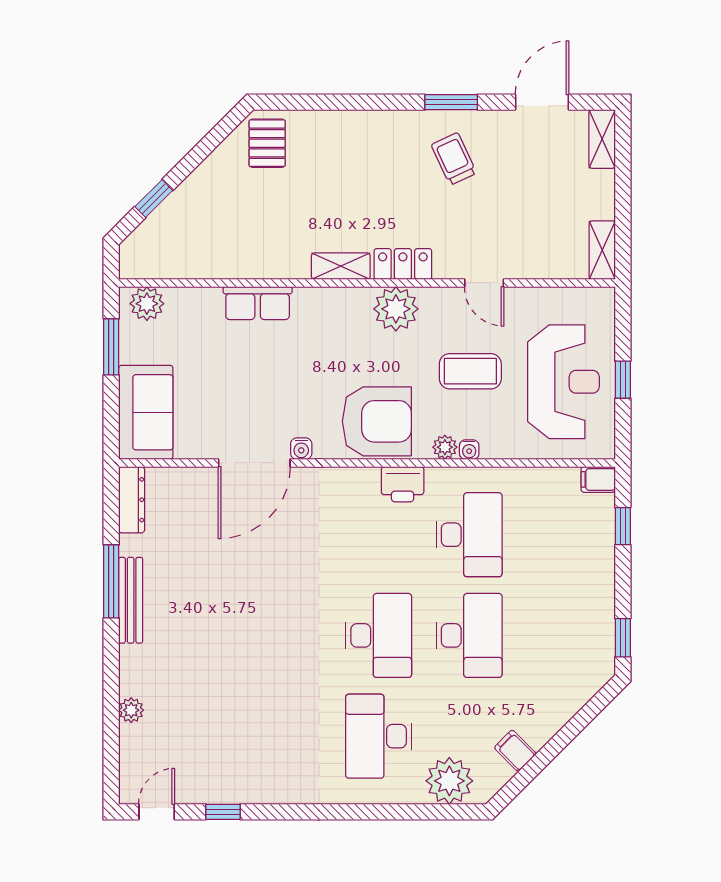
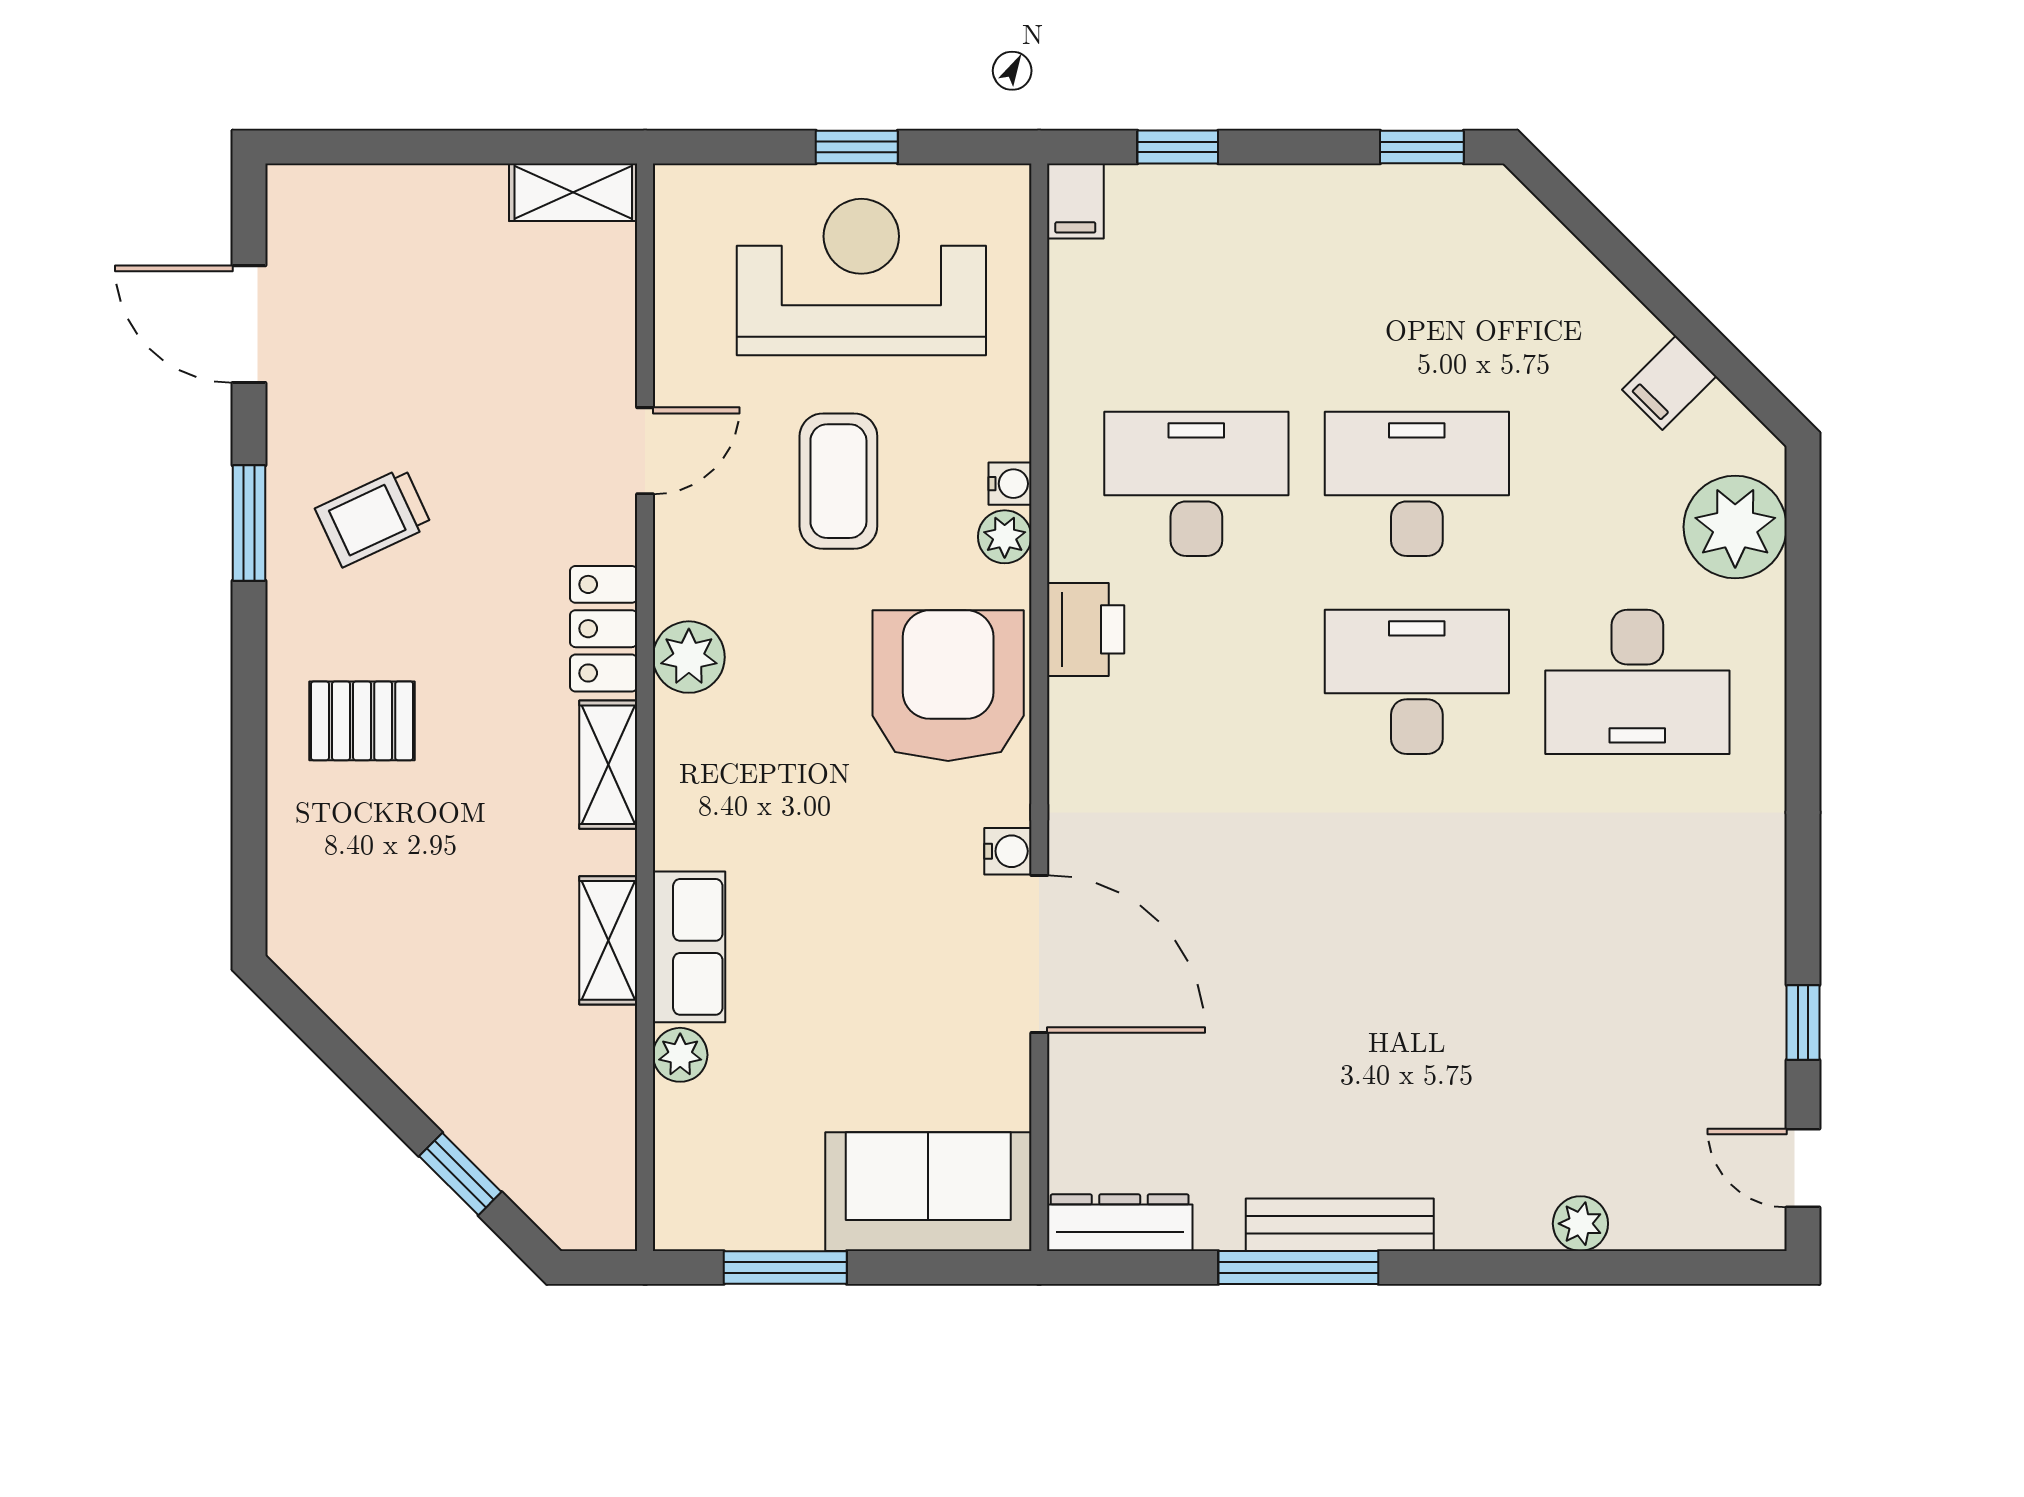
shelving: (602, 139) -> (608, 940), moved, turned 90
pallet: (267, 143) -> (362, 721), moved
plant: (147, 304) -> (680, 1055), moved, width x0.73, depth x0.73
plant: (396, 309) -> (689, 657), width x0.73, depth x0.73

